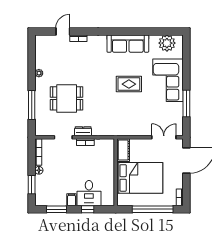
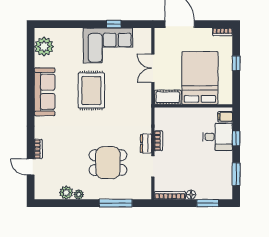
plant: (41, 62) -> (66, 192), added
corner sofa: (168, 80) -> (108, 45), moved
rug: (129, 84) -> (91, 91), width x1.36, depth x1.43
dining table: (67, 98) -> (108, 163), turned 90
window: (186, 103) -> (114, 24), width x0.46
double door: (164, 137) -> (153, 68), moved
filing cabinet: (72, 200) -> (225, 117), moved
window: (153, 209) -> (236, 63), width x0.32

